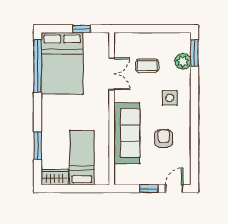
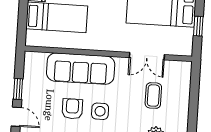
side table: (170, 98) -> (100, 111), moved
armchair: (164, 138) -> (72, 109), turned -90

